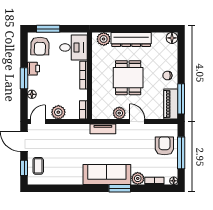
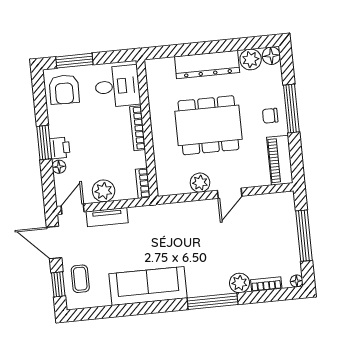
plant: (104, 39) -> (251, 59), moved
printer: (34, 69) -> (60, 148), moved
dining table: (128, 78) -> (208, 125), width x1.38
window: (181, 99) -> (291, 109), moved
door: (137, 122) -> (230, 193), swing flipped
tv unit: (103, 129) -> (107, 217), moved
armchair: (164, 146) -> (277, 227), removed
sofa: (107, 175) -> (148, 286), moved
window: (120, 188) -> (213, 301), width x1.44

